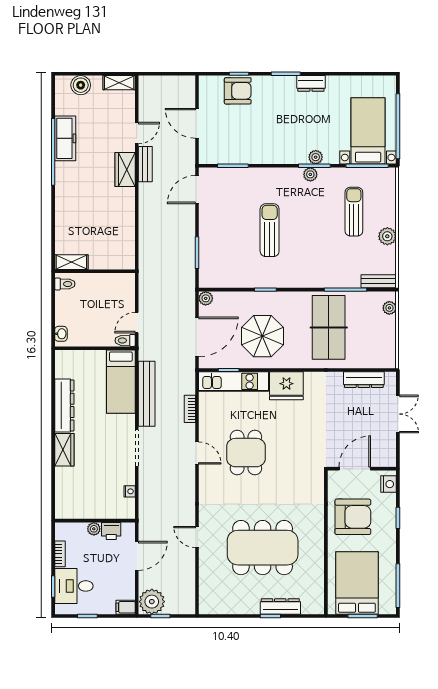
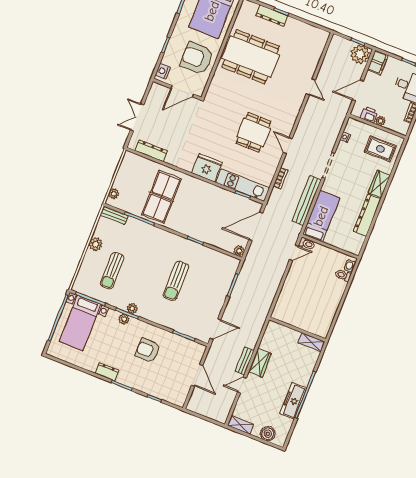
armchair: (238, 91) -> (148, 350), moved
shelving: (71, 262) -> (311, 342), moved
wall: (95, 271) -> (297, 329), moved
toilet: (65, 284) -> (343, 275), moved
parasol: (262, 336) -> (210, 209), removed
rug: (80, 494) -> (380, 149), added
dining table: (263, 548) -> (251, 57), moved
filing cabinet: (126, 607) -> (378, 63), width x2.00

